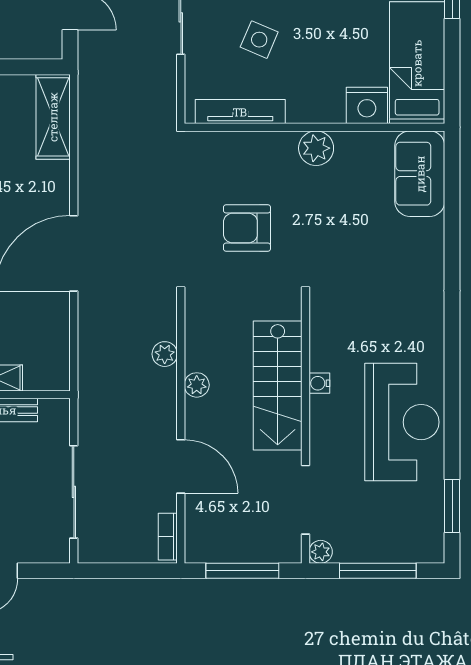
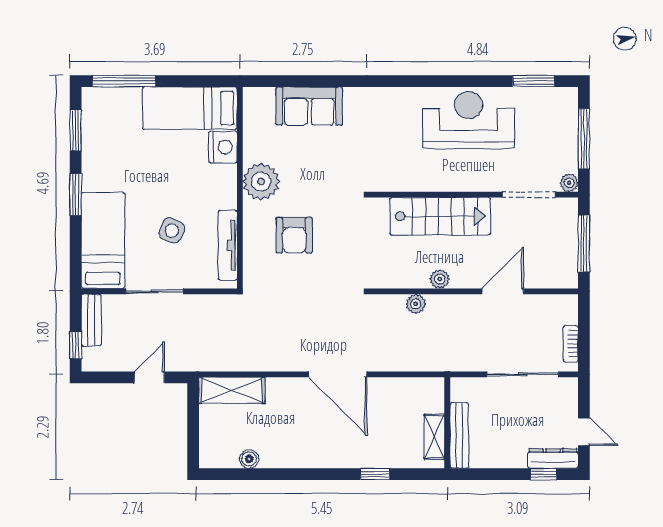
plant: (316, 148) -> (261, 182), width x1.36, depth x1.36
sofa: (420, 174) -> (309, 106), moved
armchair: (247, 228) -> (294, 235), moved
water cooler: (319, 383) -> (438, 184), removed
bookcase: (168, 537) -> (571, 344), moved, turned 90

